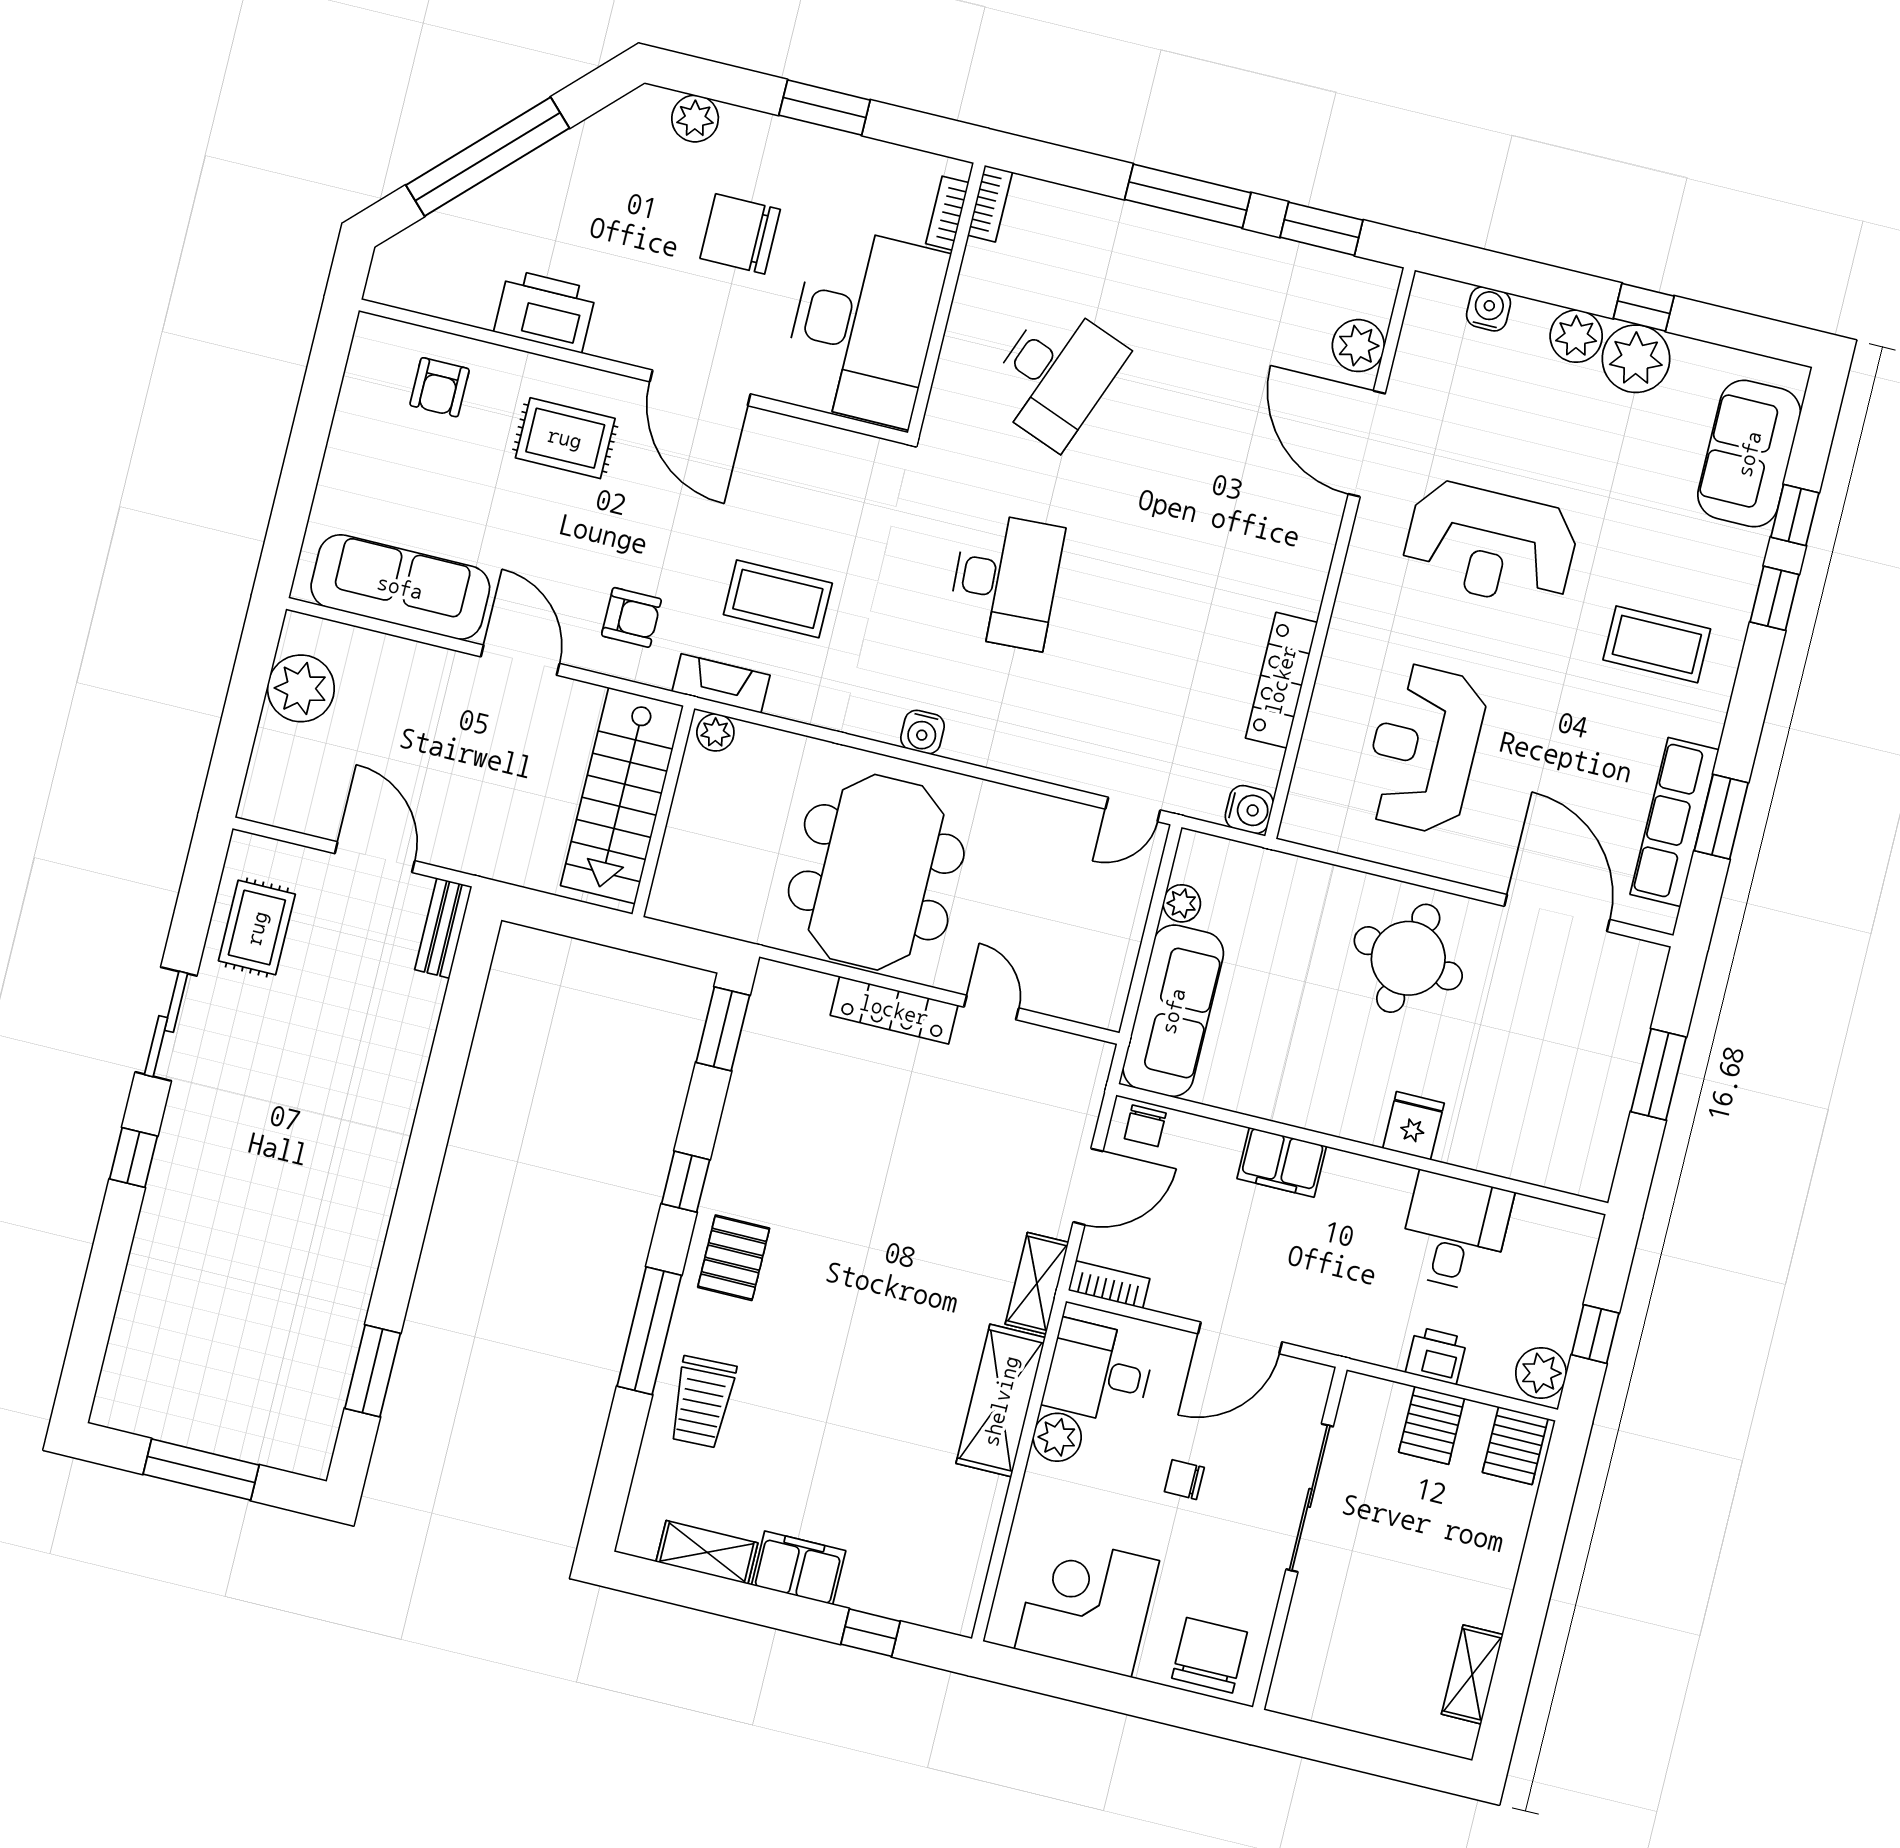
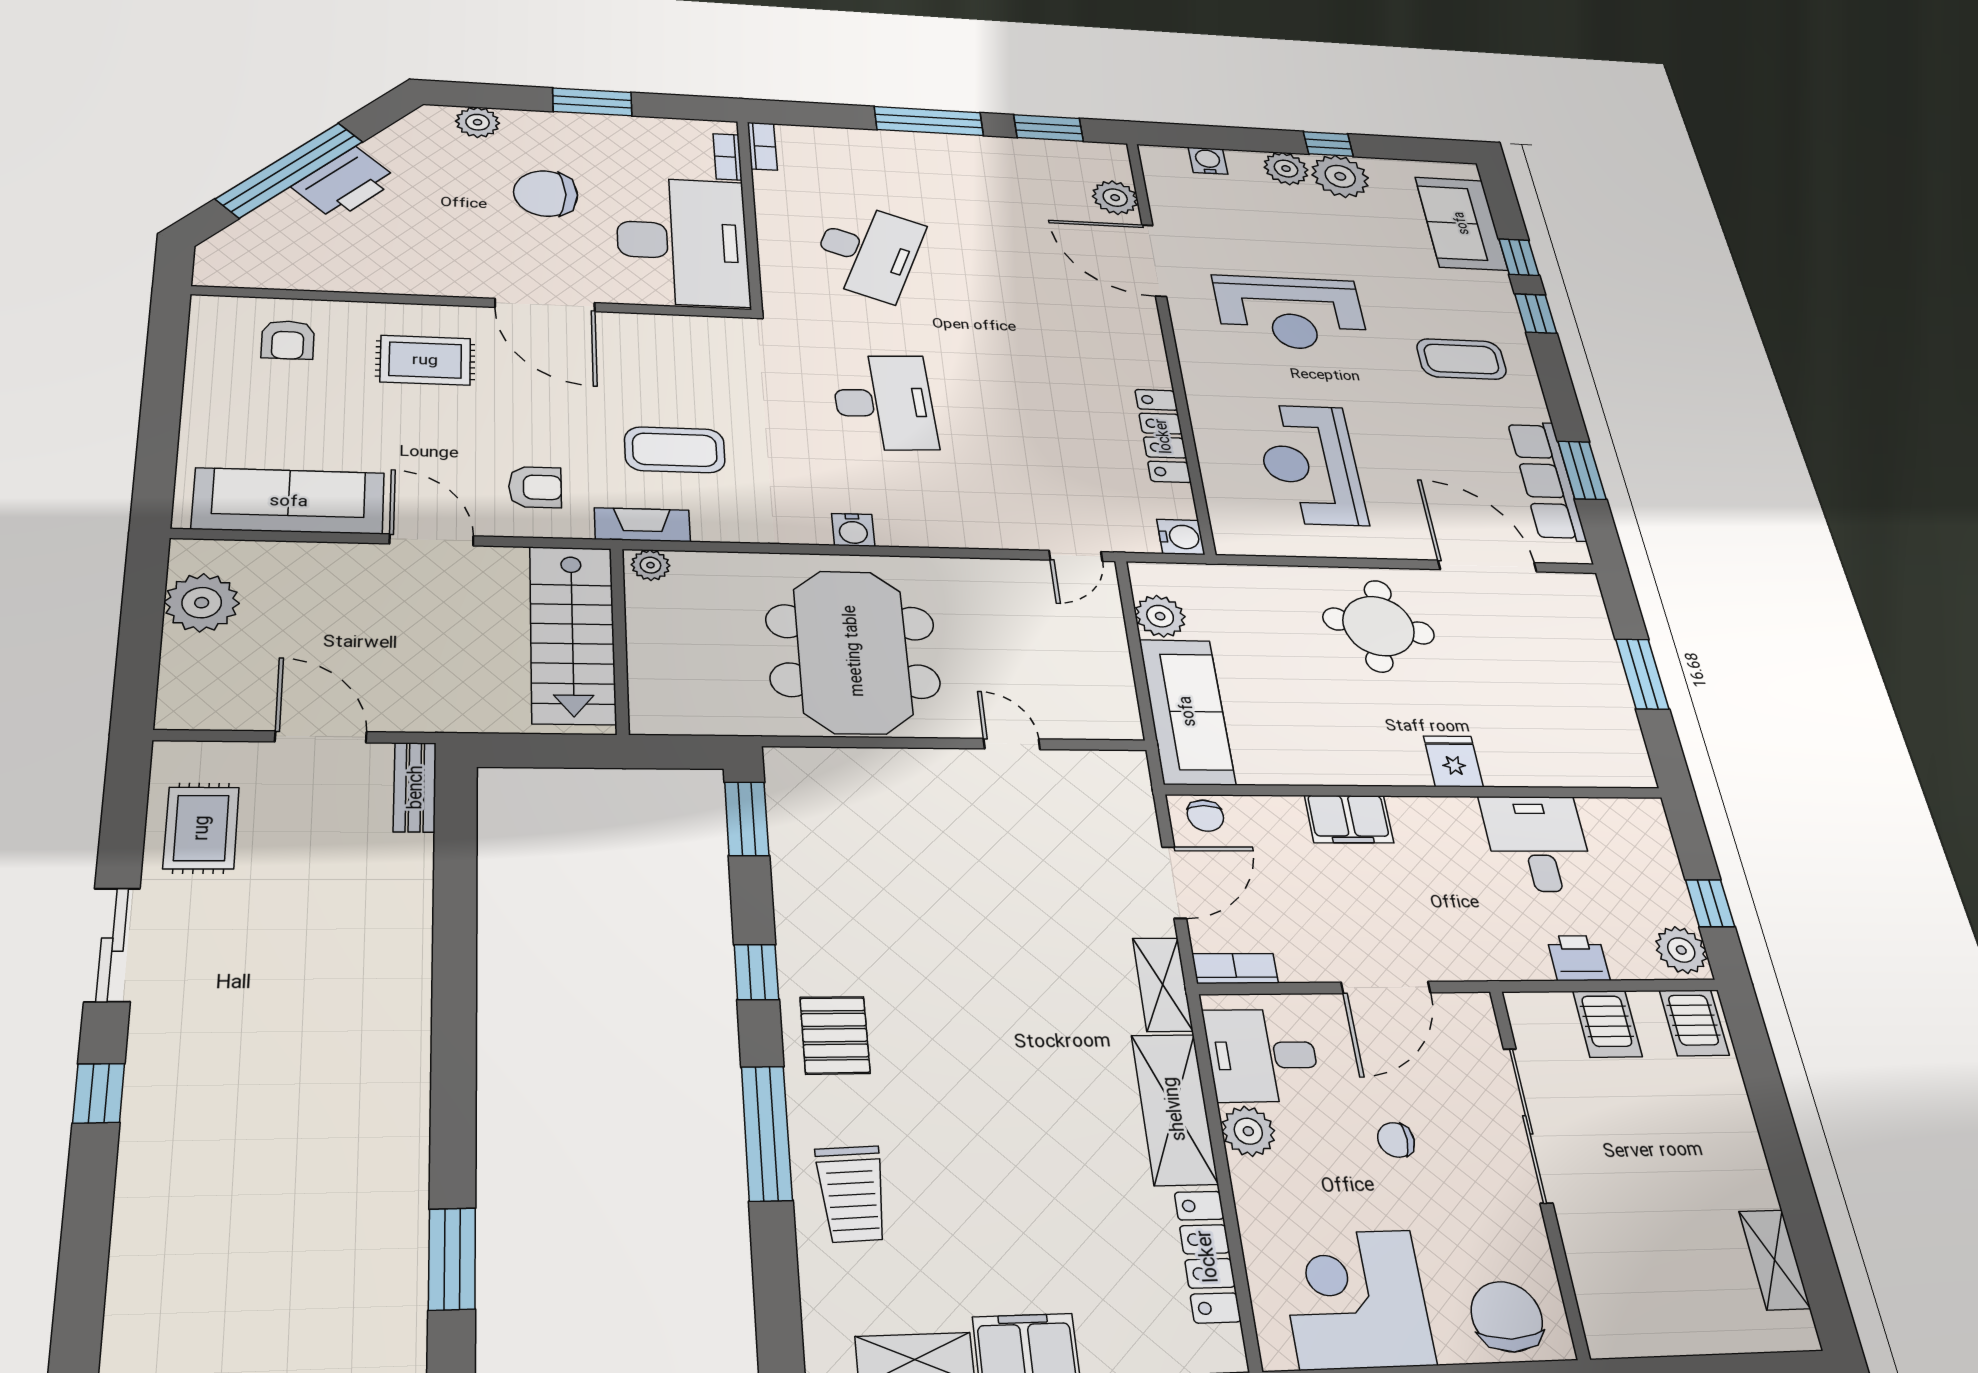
printer: (545, 311) -> (345, 183), moved, turned 135
plant: (1182, 903) -> (1160, 616), width x1.38, depth x1.38
locker: (894, 1010) -> (1207, 1256), moved, turned 90

